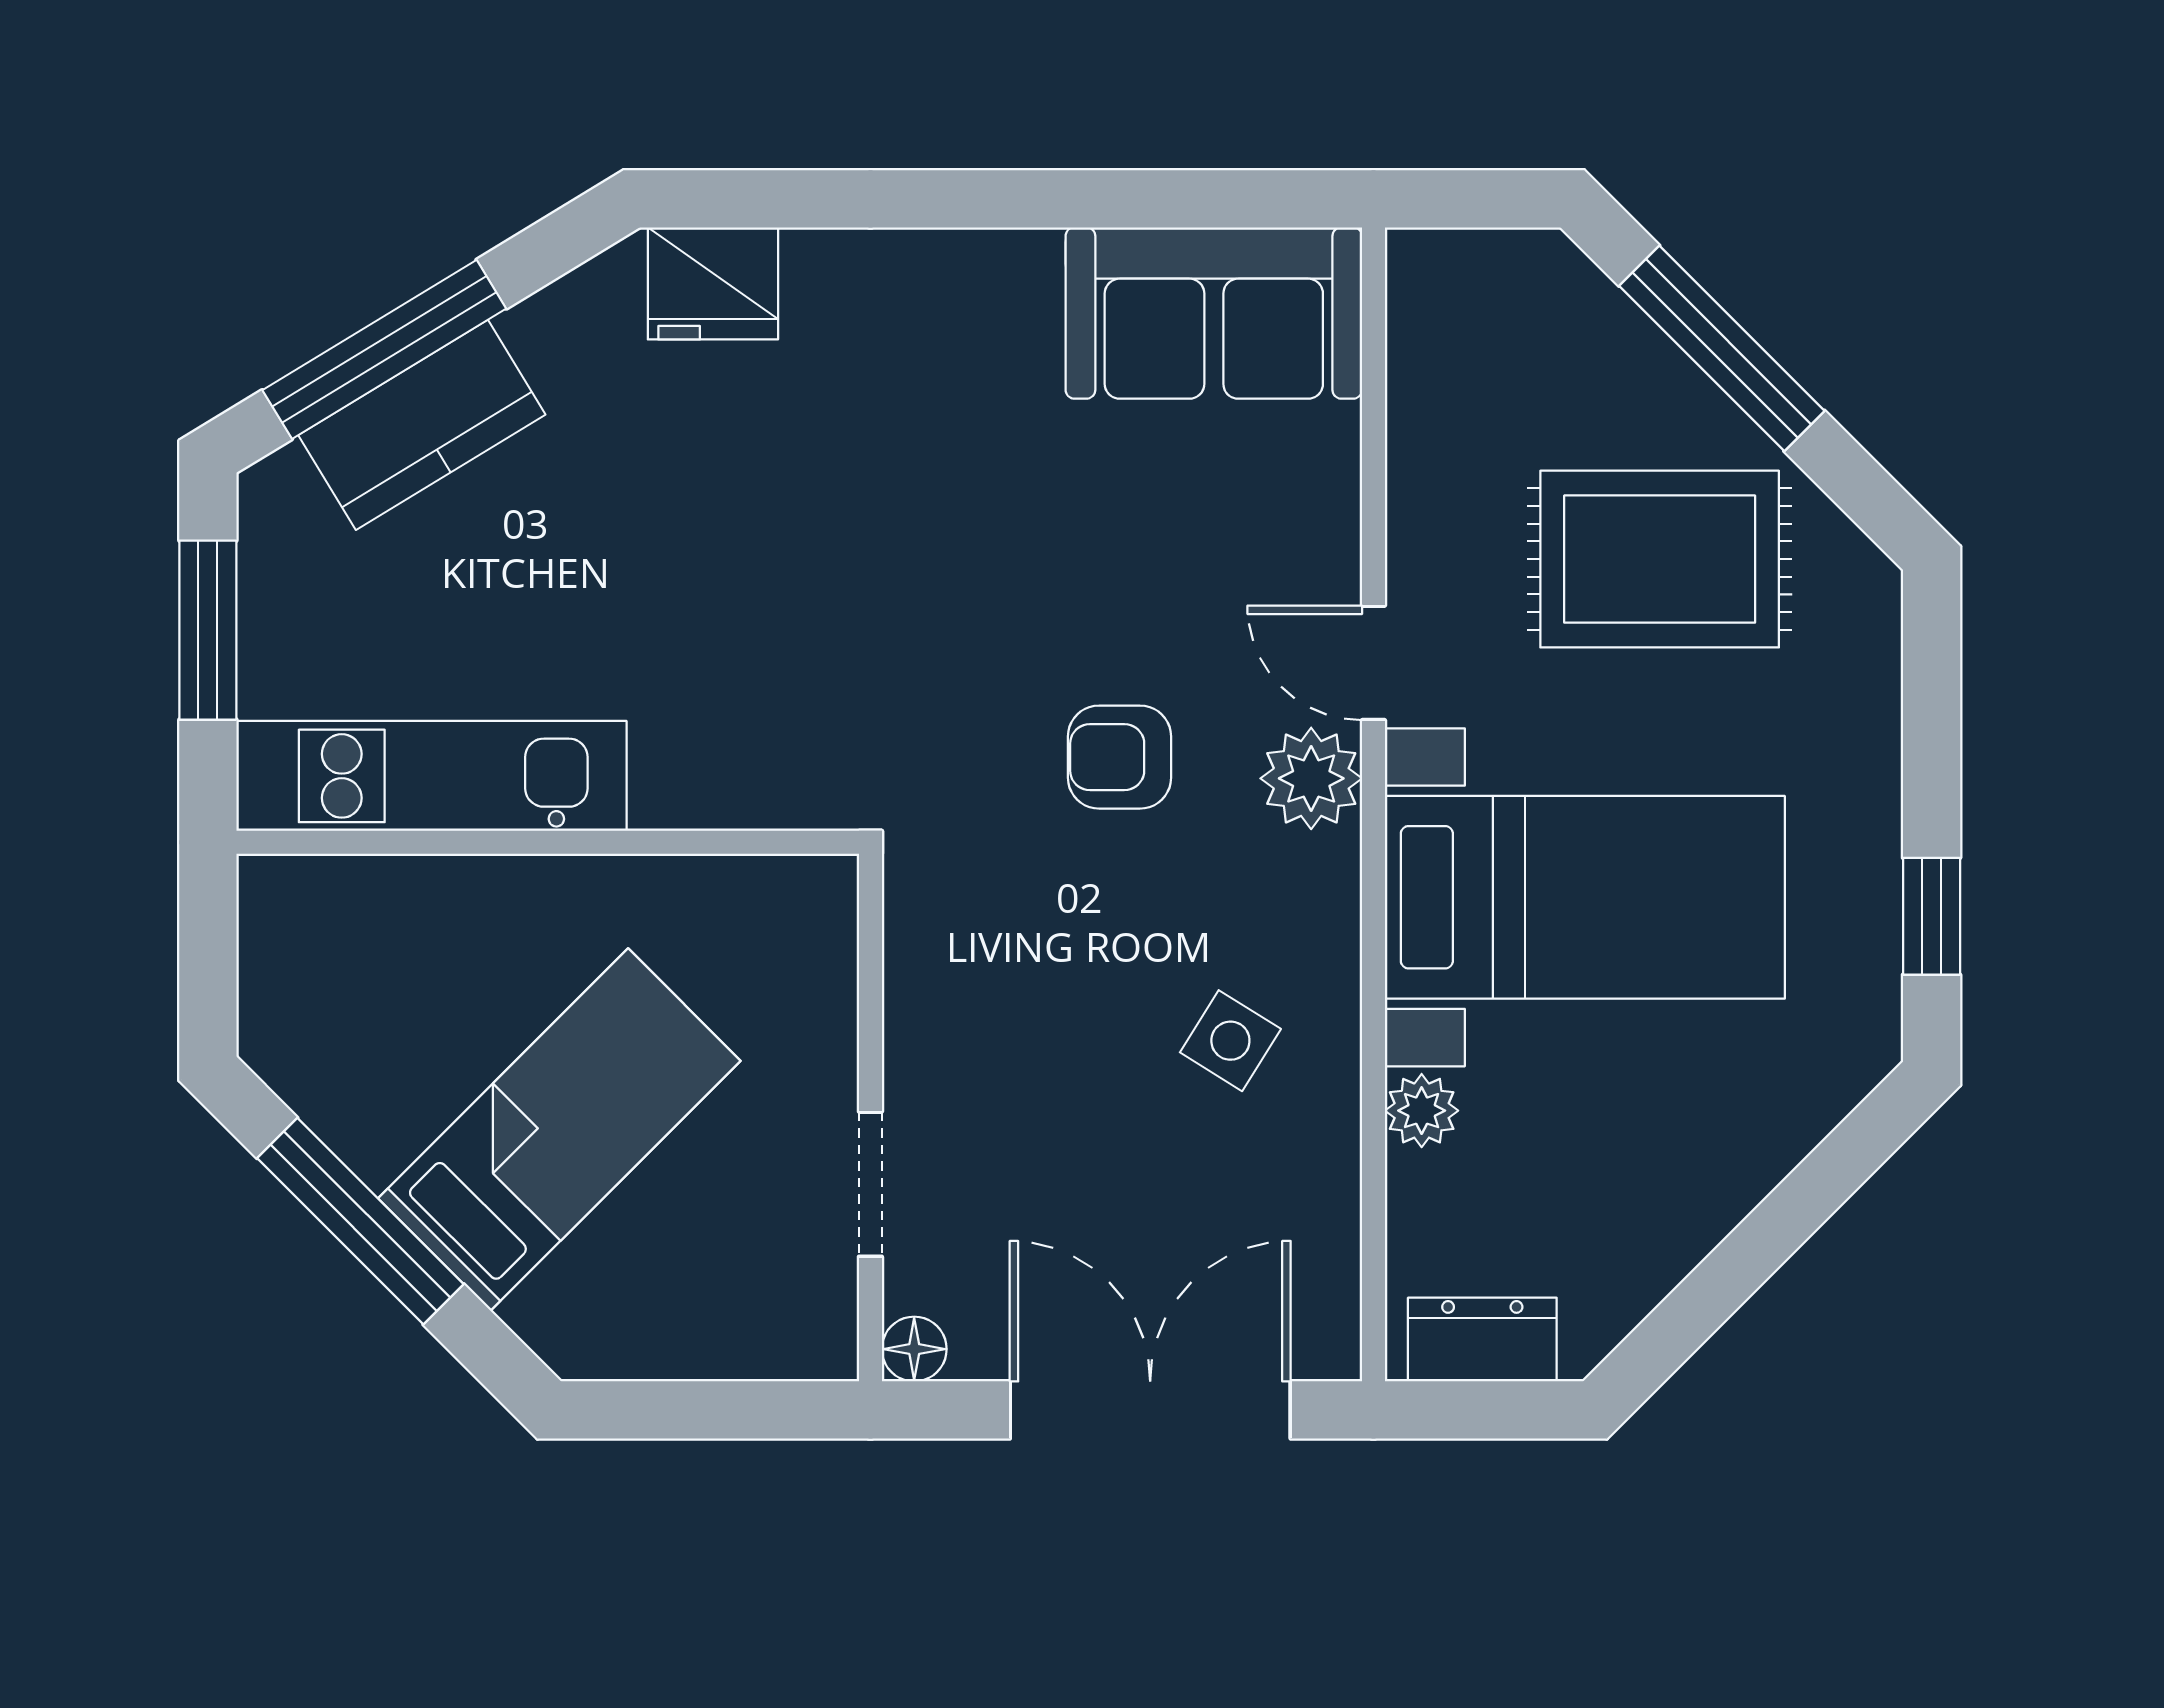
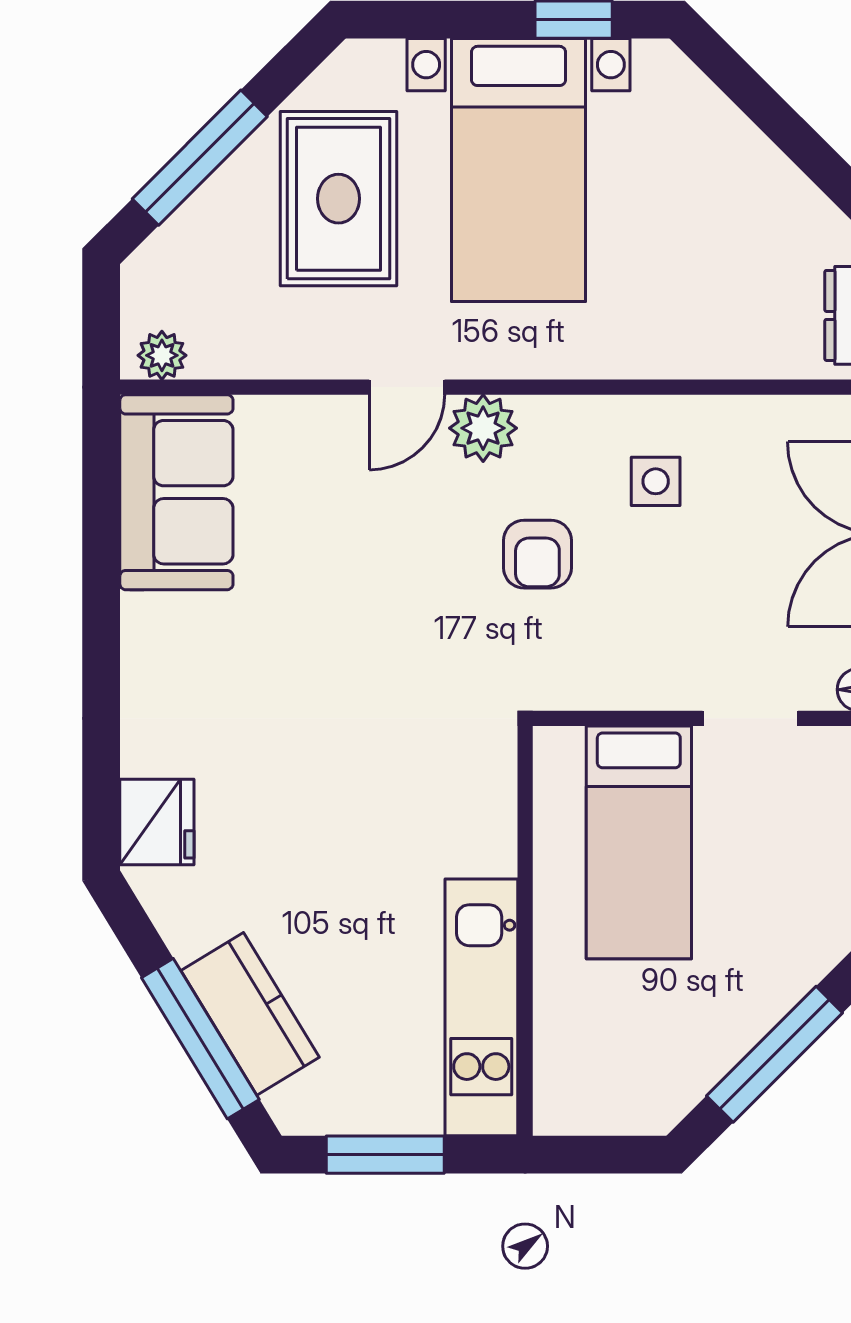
armchair: (1120, 757) -> (537, 554), moved
bed with nightstands: (1585, 897) -> (519, 170), moved, turned 180
side table: (1230, 1041) -> (656, 481), turned -32
plant: (1422, 1111) -> (162, 355), moved
bed: (559, 1130) -> (639, 842), moved, turned -135

